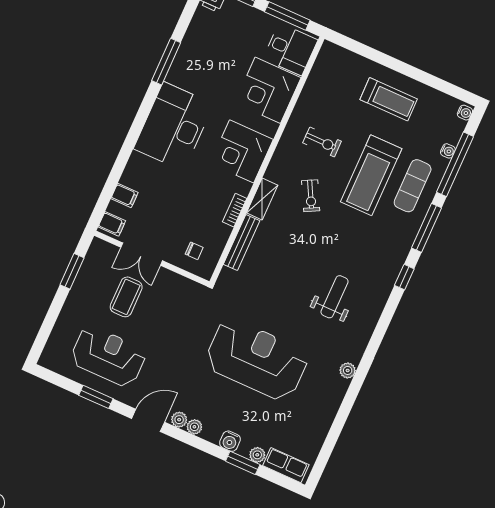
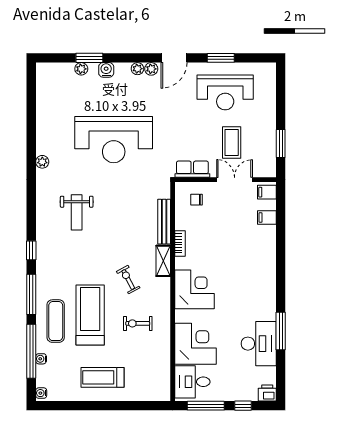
desk: (174, 126) -> (259, 344), moved, width x0.73, depth x0.77
row of seats: (286, 465) -> (192, 169), moved, turned 180

